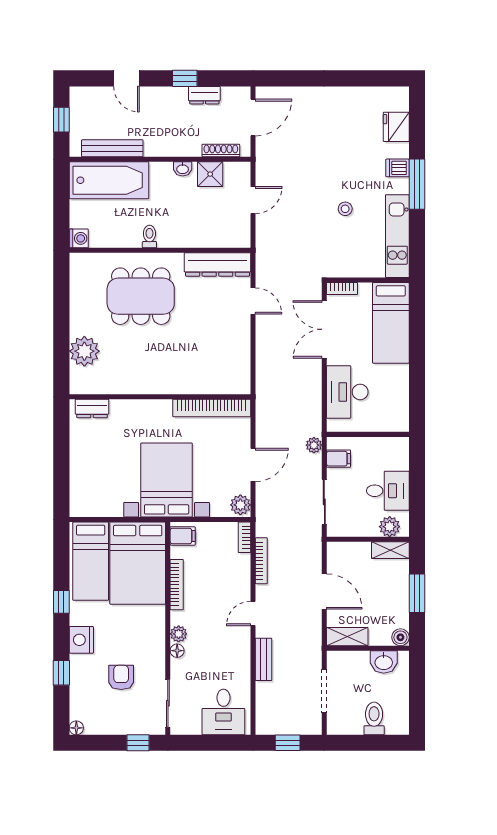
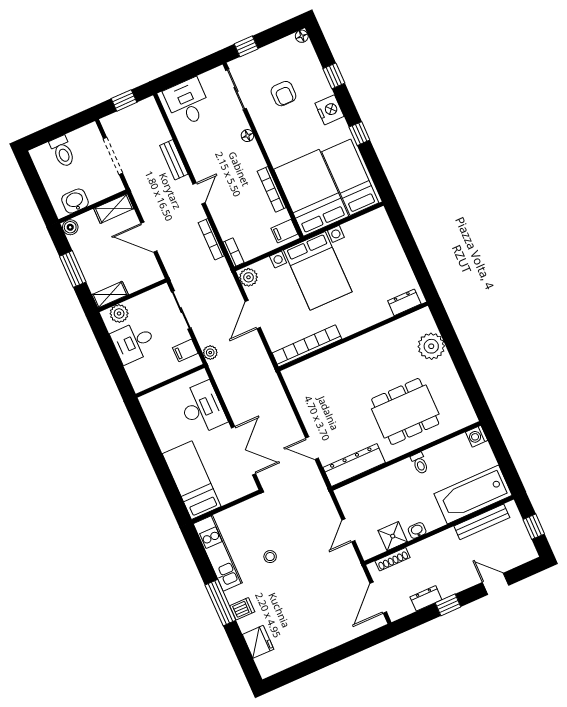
bookcase: (342, 288) -> (244, 490), removed
plant: (179, 634) -> (252, 150), removed

